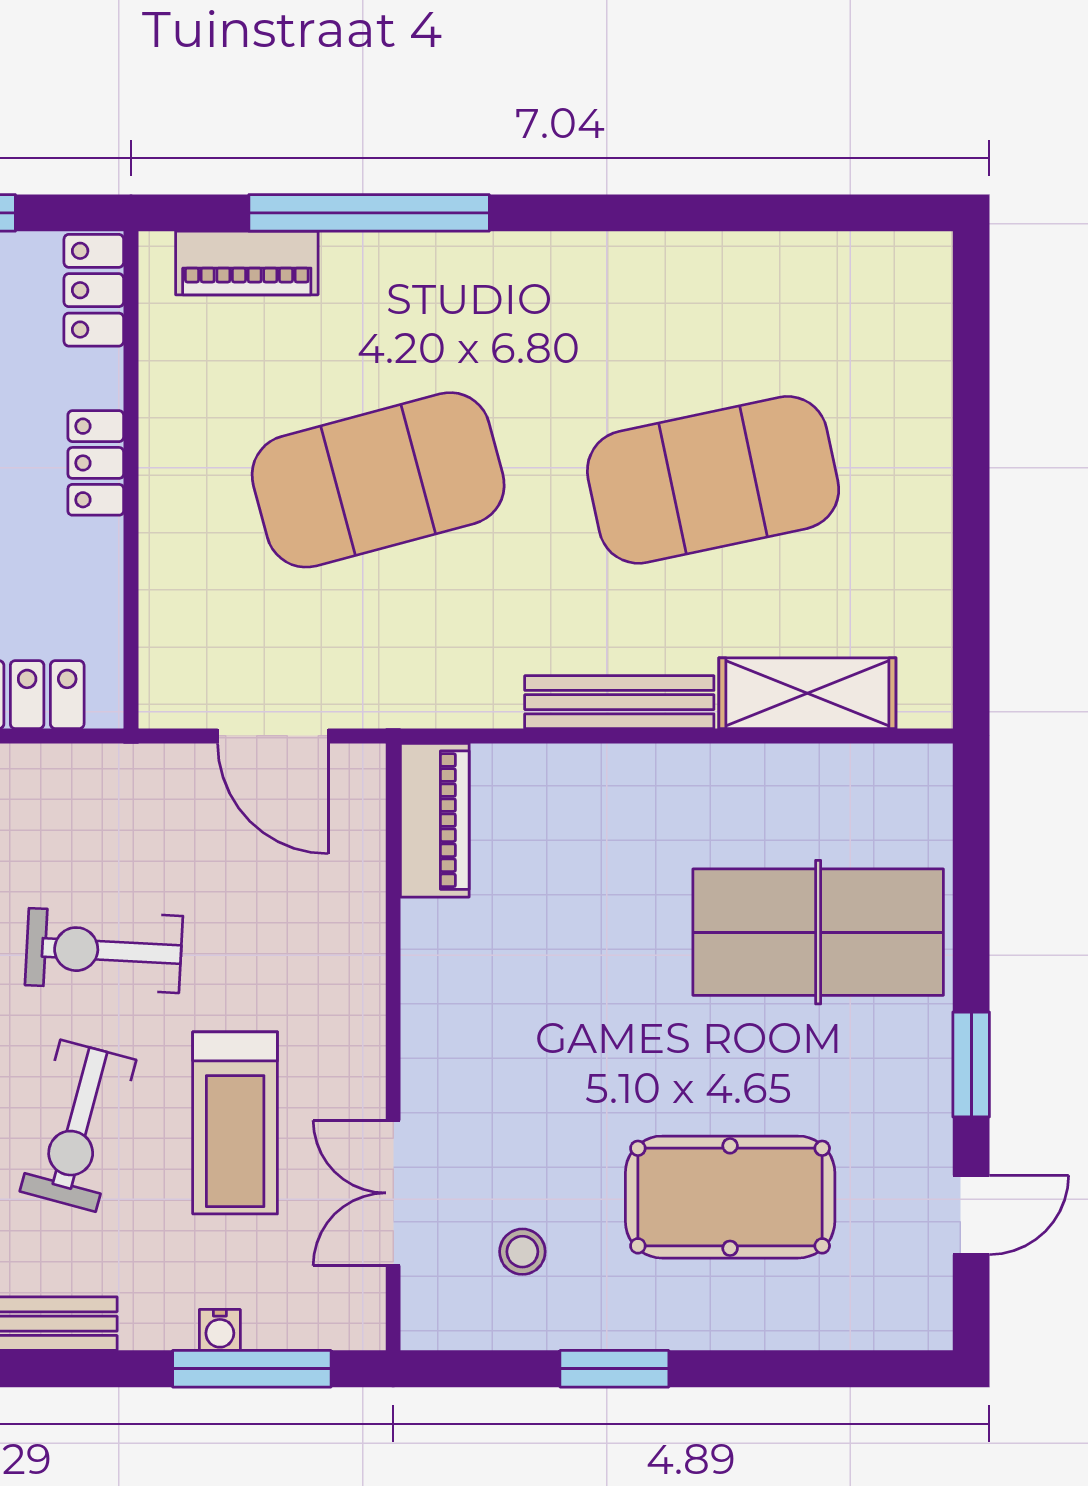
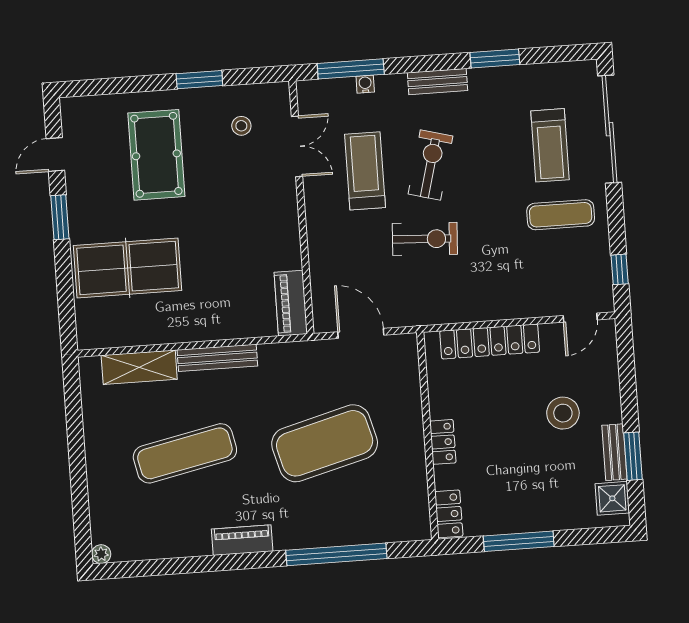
plant: (930, 254) -> (101, 554), added
piano: (247, 263) -> (242, 540), moved
exercise mat: (713, 480) -> (185, 453), width x0.68
pool table: (730, 1197) -> (156, 155), turned 90

